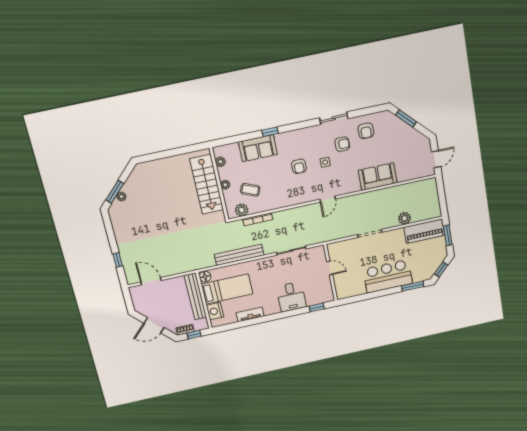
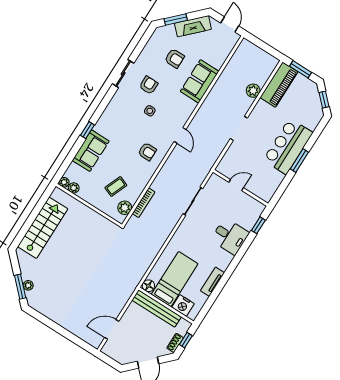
armchair: (366, 131) -> (174, 58), moved
fireplace: (412, 135) -> (193, 26), added
armchair: (299, 166) -> (147, 152), moved
stairs: (207, 184) -> (43, 228), moved, turned -90
plant: (225, 185) -> (64, 182), moved
bench: (239, 255) -> (157, 243), removed
window: (118, 260) -> (71, 337), removed
window: (413, 286) -> (299, 160), moved

